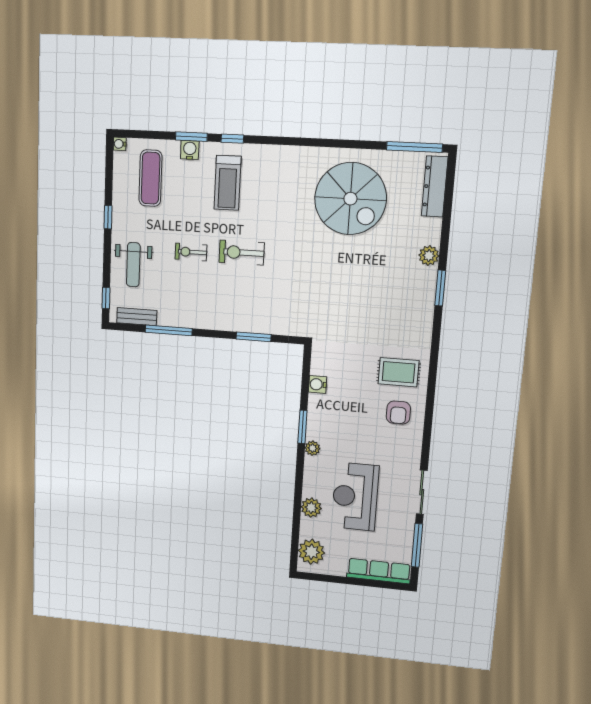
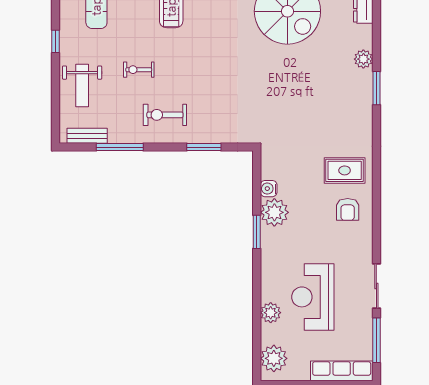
exercise bike: (242, 253) -> (165, 115), moved
window: (106, 298) -> (55, 120), removed
plant: (312, 448) -> (274, 212), moved, width x1.87, depth x1.87

